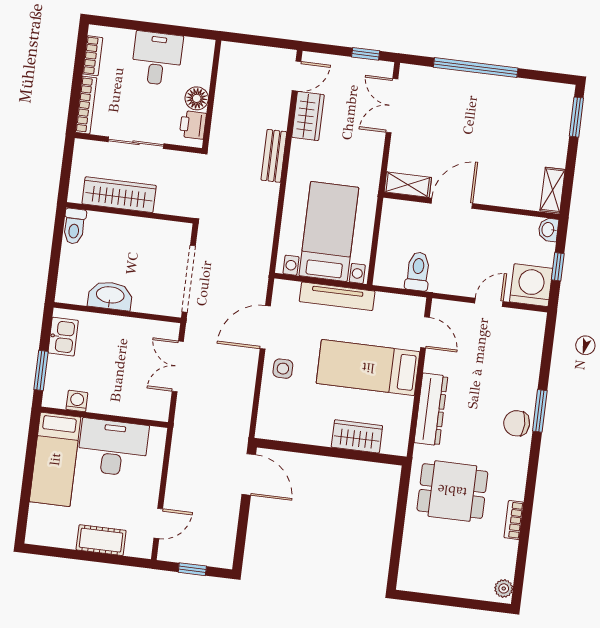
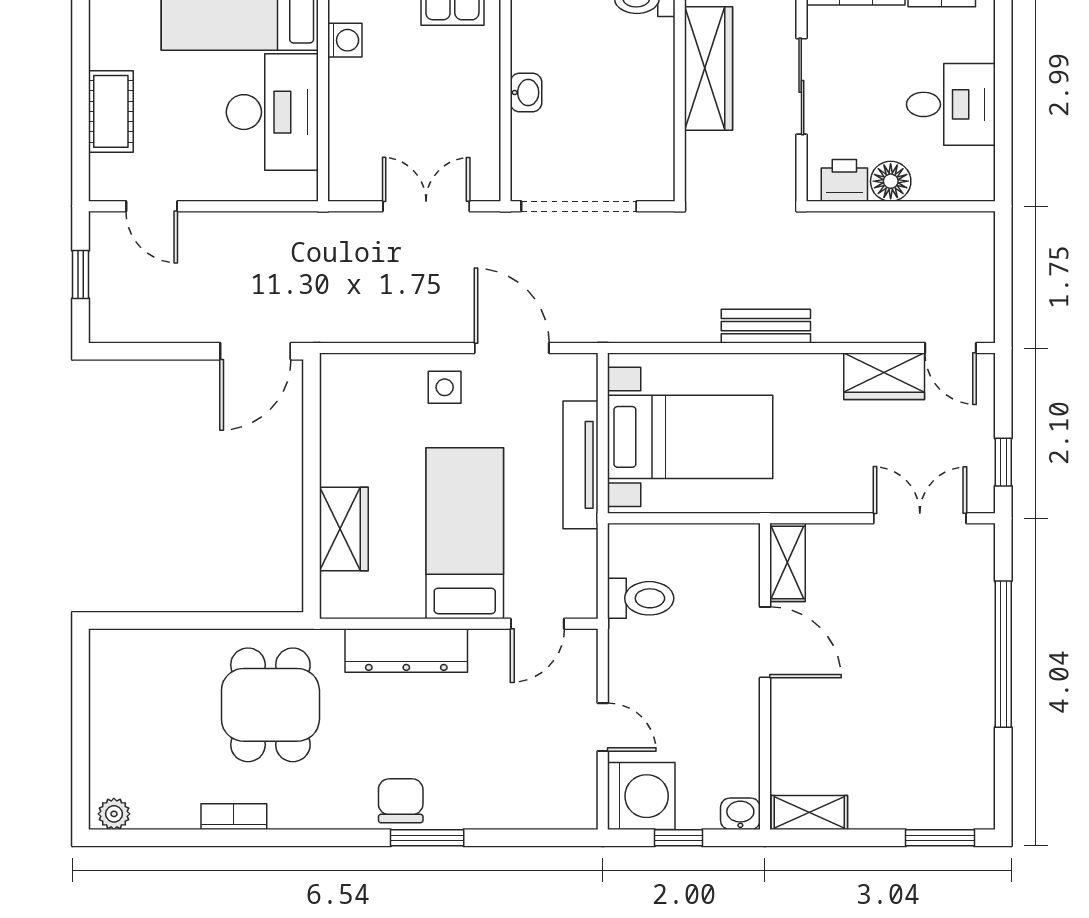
bench: (274, 156) -> (766, 326), moved
washbasin: (110, 296) -> (526, 92), width x0.52, depth x0.69

